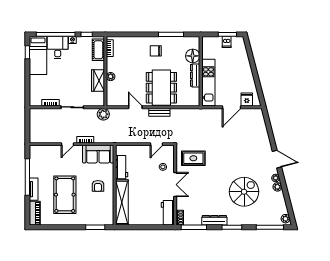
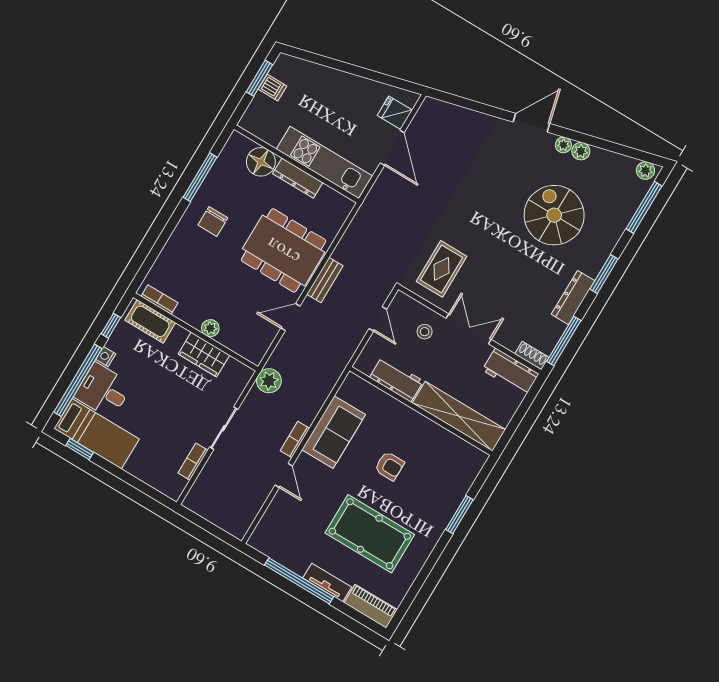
workbench: (122, 167) -> (397, 379), moved
wall: (115, 185) -> (421, 411), moved
shelving: (122, 202) -> (459, 416), moved

